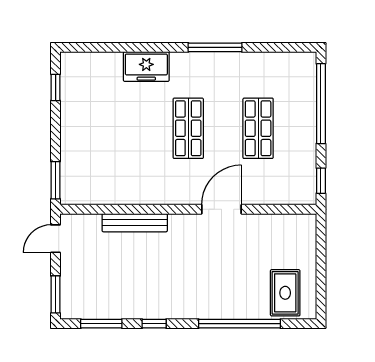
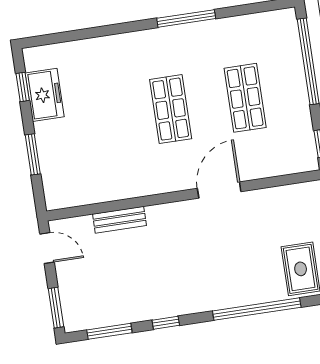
freezer: (146, 67) -> (45, 95), moved, turned -90
window: (56, 180) -> (33, 154), moved
bench: (135, 223) -> (119, 220), width x0.73
door: (56, 239) -> (47, 248), swing flipped

